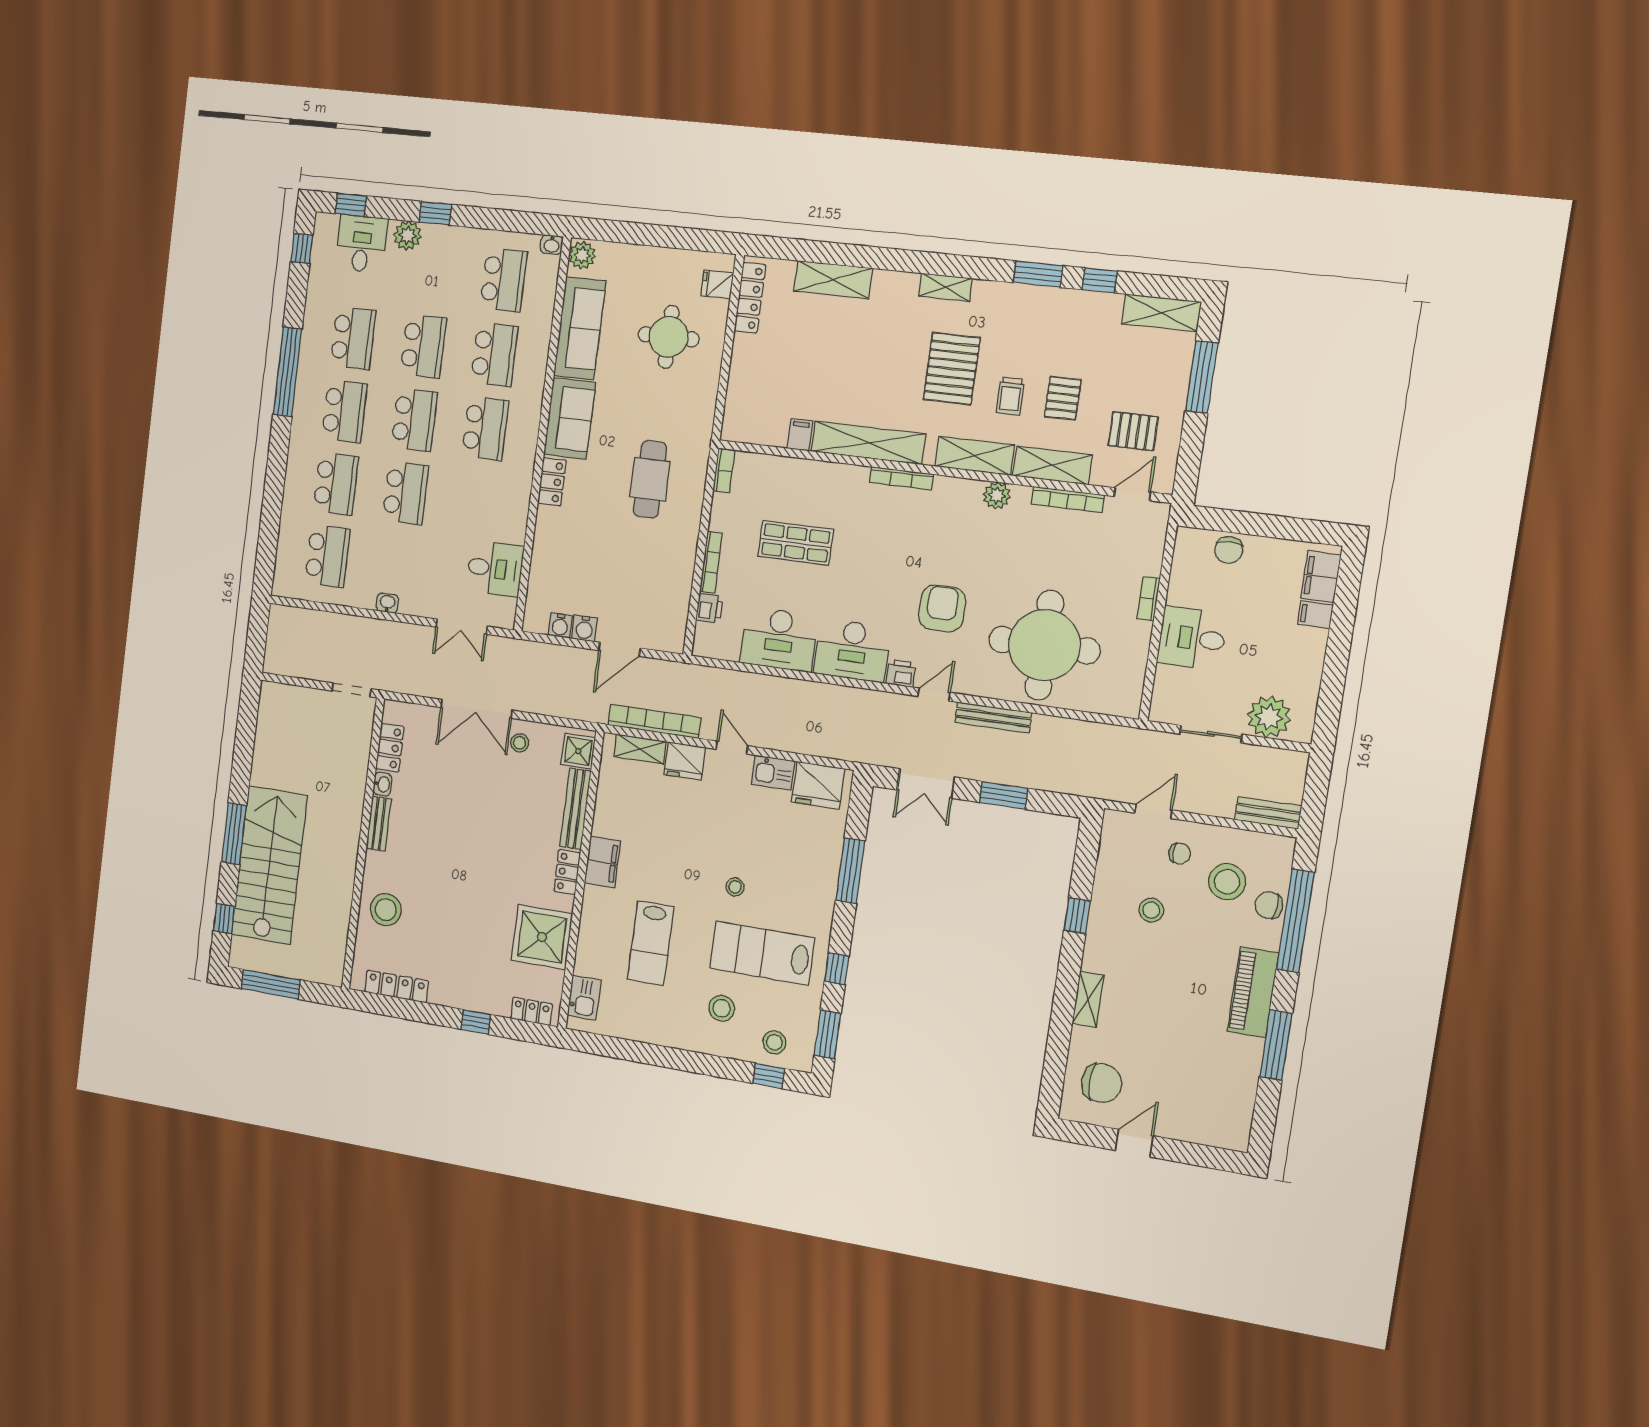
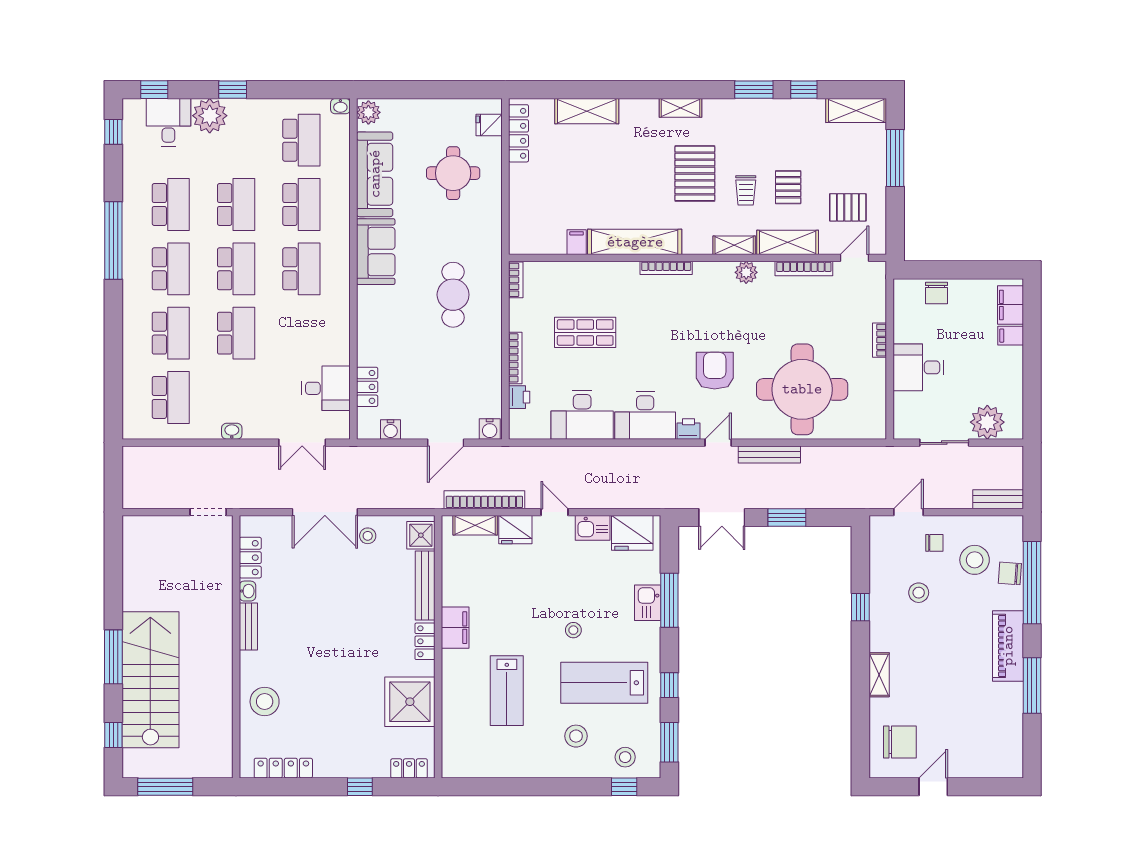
plant: (408, 236) -> (210, 116), width x1.36, depth x1.36
shelving: (975, 456) -> (734, 245), width x0.67, depth x0.75
locker: (552, 482) -> (367, 387), moved
water cooler: (584, 628) -> (490, 429), moved
kitchen sink: (584, 998) -> (648, 603), moved, turned 180

